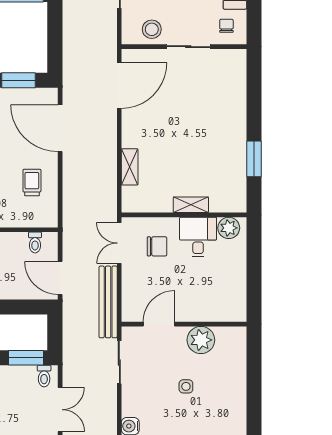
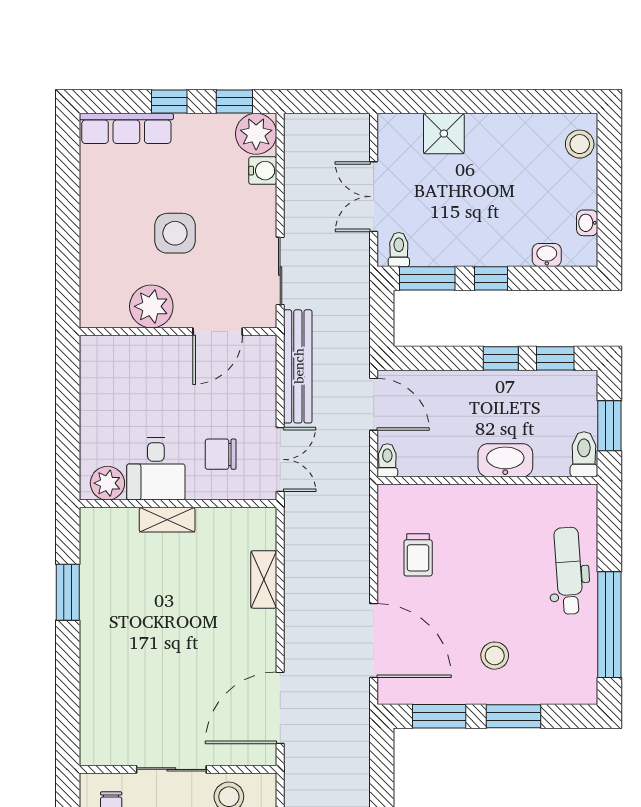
toilet: (35, 243) -> (387, 460), moved
side table: (186, 386) -> (175, 233), width x1.87, depth x1.87

